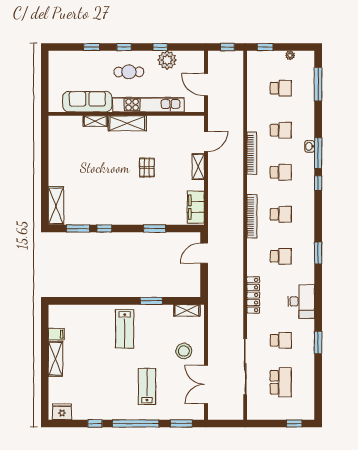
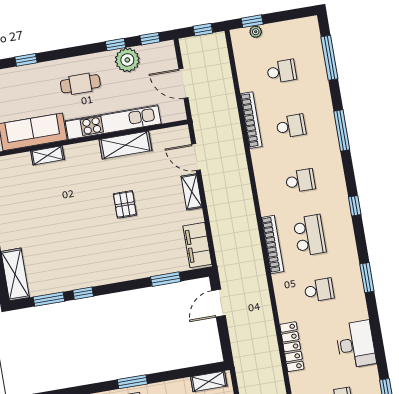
window: (124, 47) -> (150, 39), moved
plant: (290, 55) -> (256, 32), moved
shelving: (127, 123) -> (125, 145), moved
door: (206, 141) -> (196, 157), swing flipped
washbasin: (310, 146) -> (332, 141), removed
bookcase: (252, 153) -> (251, 120), moved
window: (318, 153) -> (342, 130), moved
window: (318, 183) -> (355, 206), moved
school desk: (281, 214) -> (310, 235), width x1.85
window: (155, 229) -> (166, 279), moved
window: (151, 301) -> (132, 382), moved

